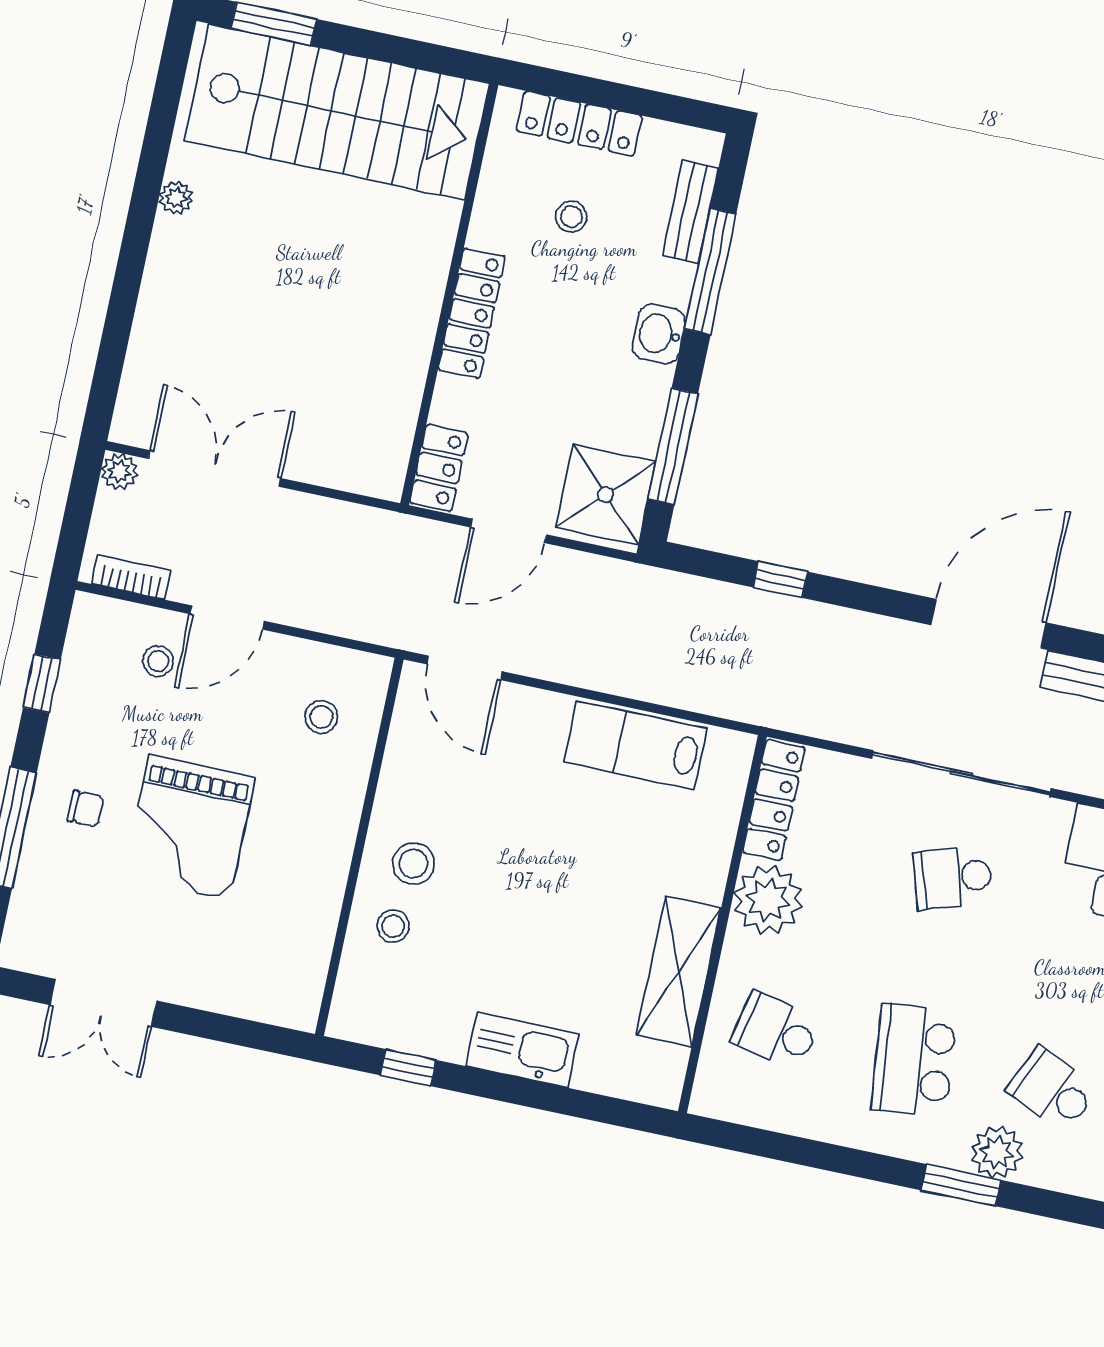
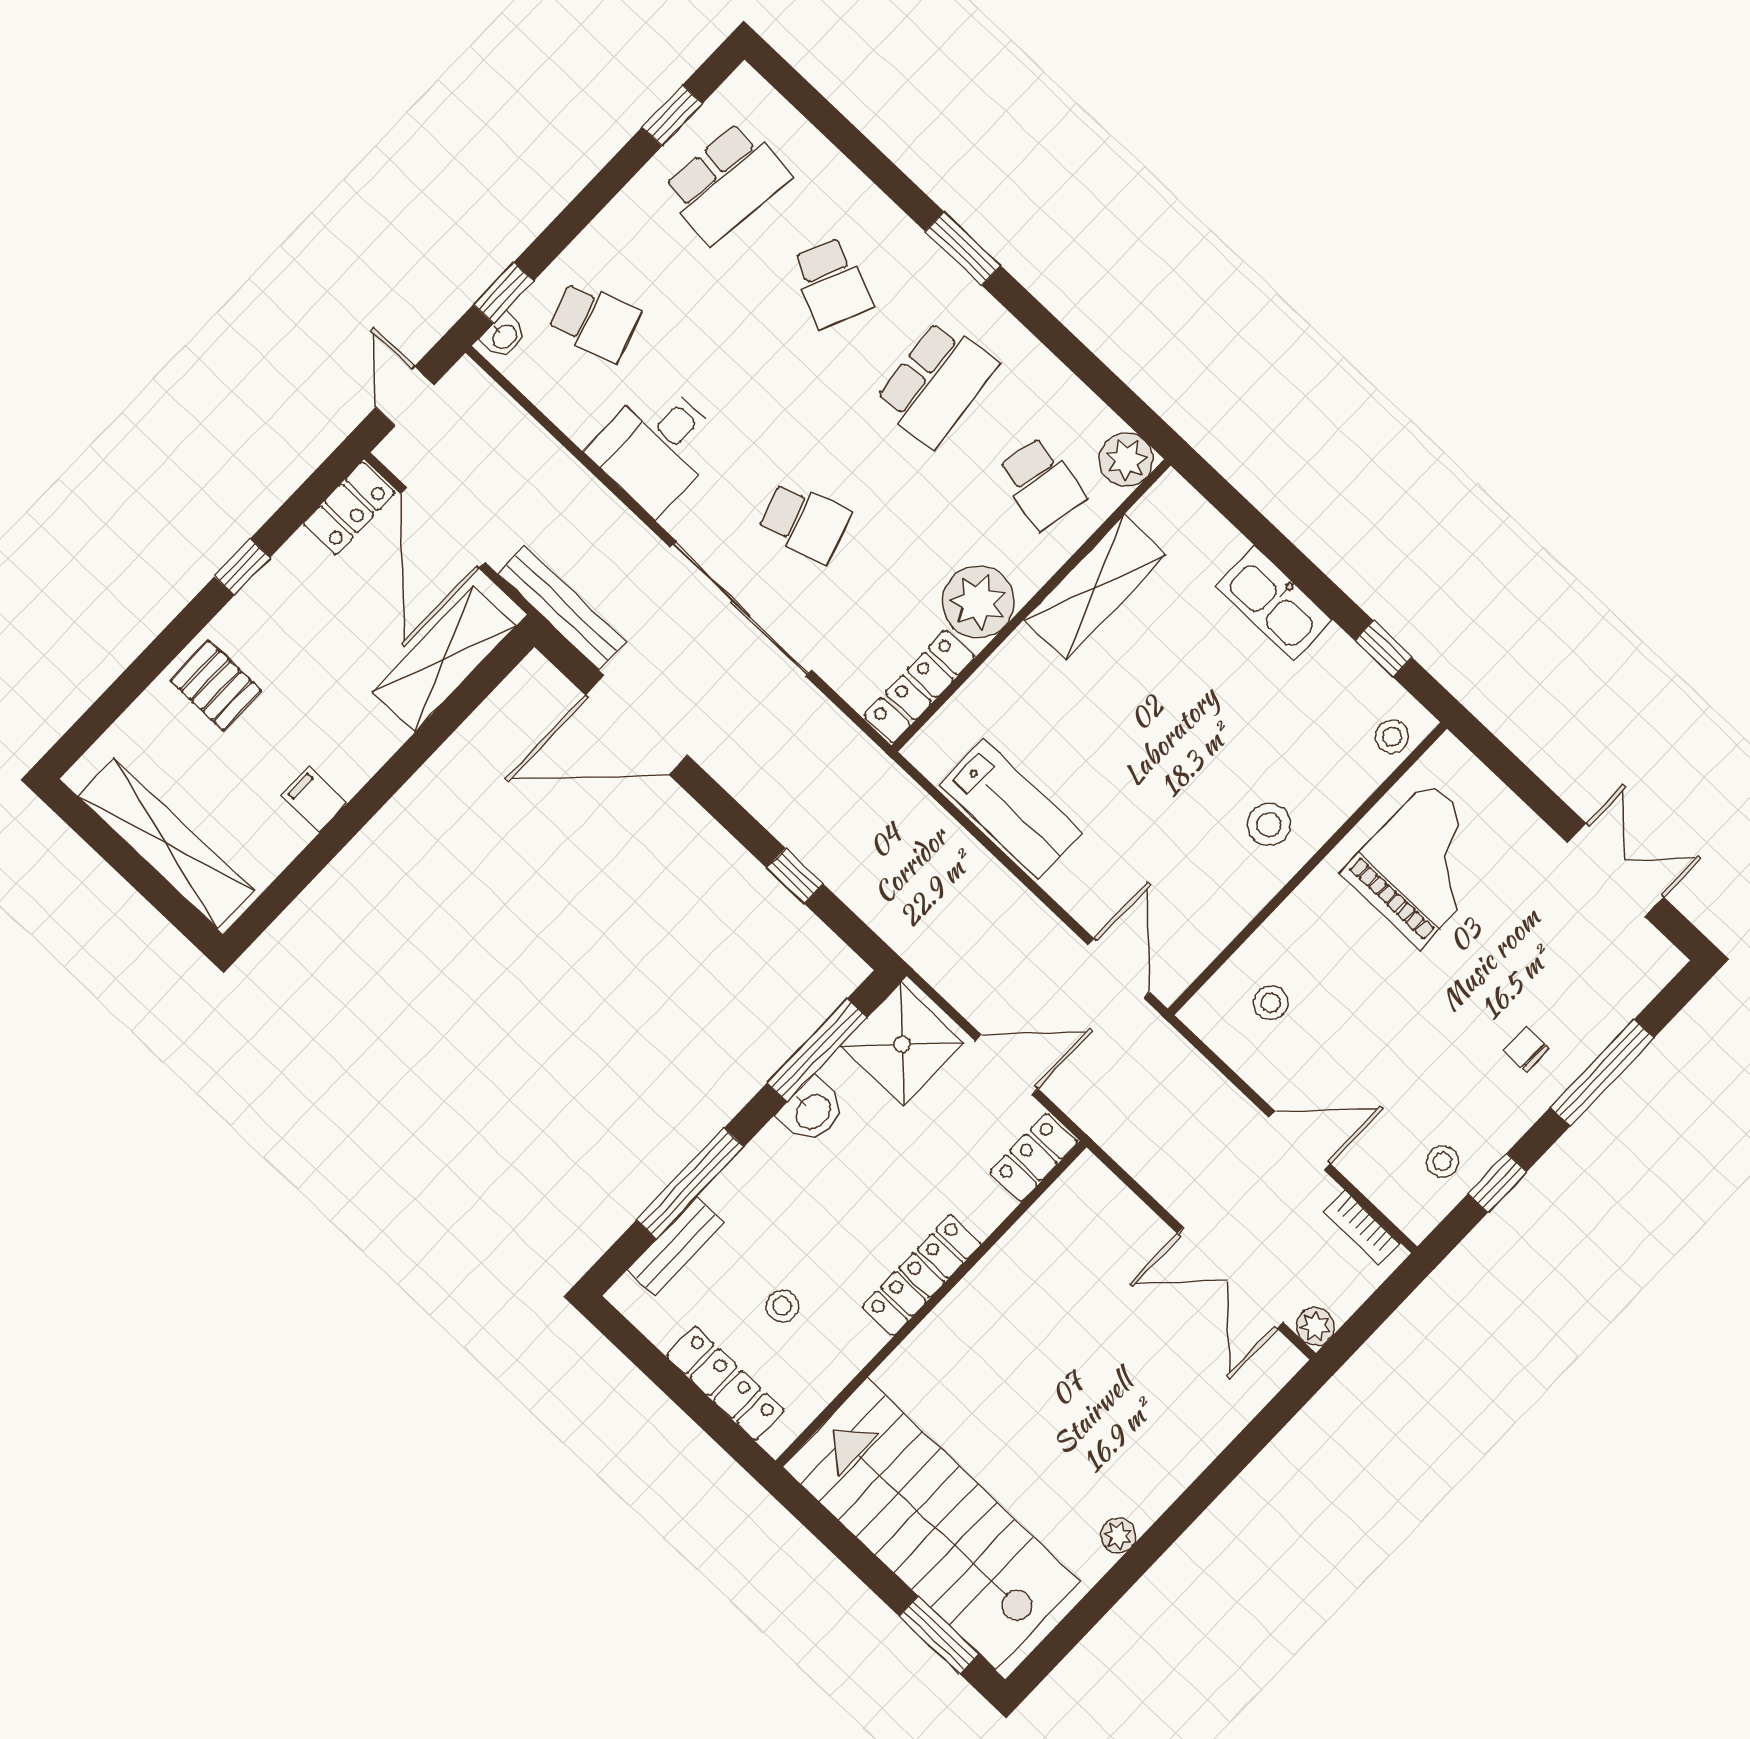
washbasin: (659, 334) -> (812, 1111), moved
stool: (158, 661) -> (1442, 1162), moved
grand piano: (189, 827) -> (1424, 865), moved
stool: (393, 926) -> (1392, 737), moved
plant: (997, 1152) -> (1126, 460), moved

